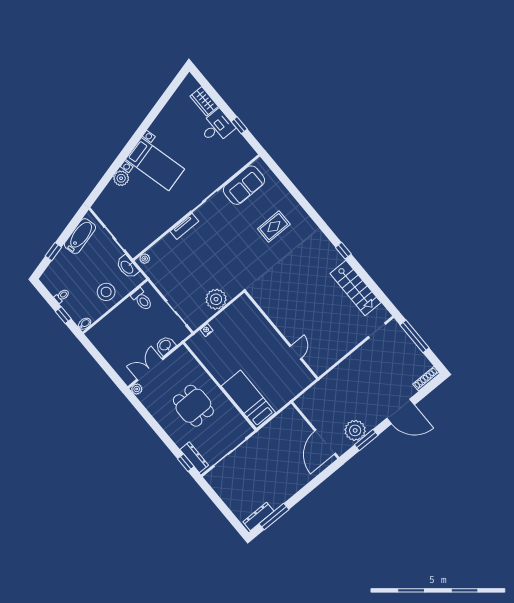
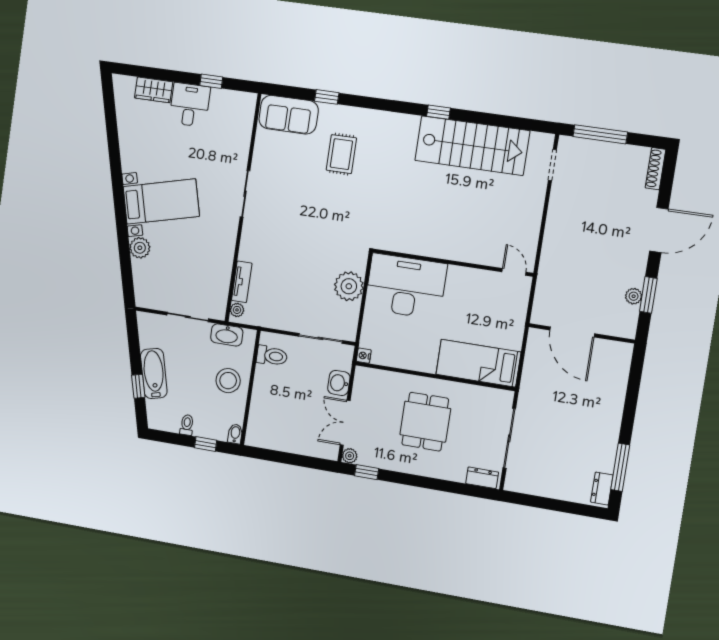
sofa: (244, 185) -> (289, 115), moved, turned 90
window: (293, 190) -> (327, 97), added
tv unit: (184, 226) -> (242, 282), moved
bathtub: (80, 236) -> (154, 373), moved
stairs: (356, 288) -> (472, 146), width x1.36, depth x1.51
desk: (246, 326) -> (406, 286), added
nightstand: (207, 330) -> (364, 356), moved
door: (296, 352) -> (514, 272), moved
dining table: (193, 406) -> (425, 422), turned 90
plant: (355, 430) -> (634, 296), width x0.53, depth x0.53
door: (325, 442) -> (572, 332), moved
dresser: (194, 457) -> (482, 478), width x0.70
window: (186, 463) -> (367, 472), moved
dresser: (258, 517) -> (602, 489), width x0.70

